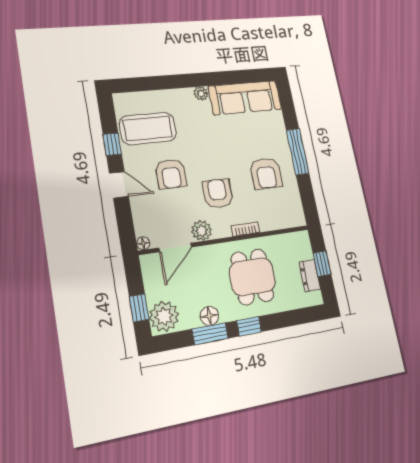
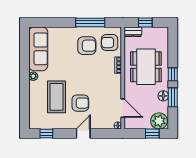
coffee table: (148, 129) -> (57, 97), moved
window: (112, 144) -> (46, 134), moved
window: (298, 152) -> (90, 22), moved
armchair: (218, 194) -> (110, 43), moved
plant: (202, 231) -> (115, 91), removed
dresser: (310, 276) -> (133, 32), moved
dining table: (252, 277) -> (146, 67), width x1.38

